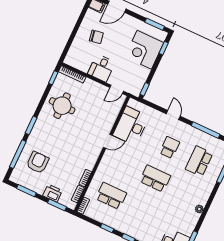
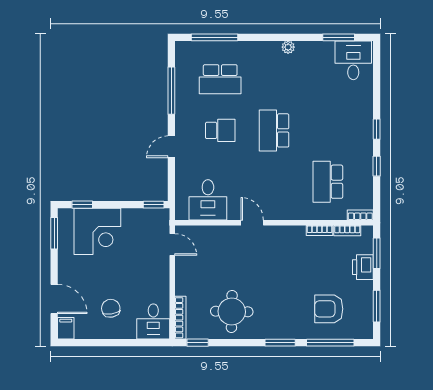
desk: (101, 68) -> (153, 321), moved, turned 90
desk: (131, 126) -> (208, 200), width x0.73
school desk: (170, 147) -> (220, 130), turned 180

